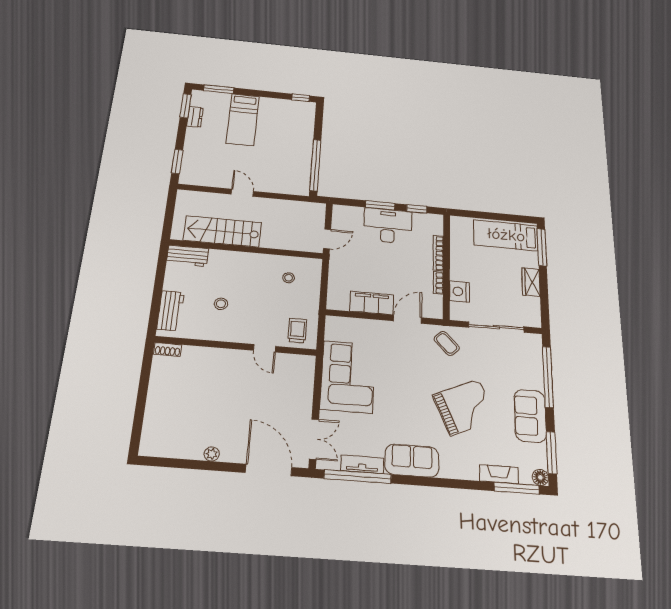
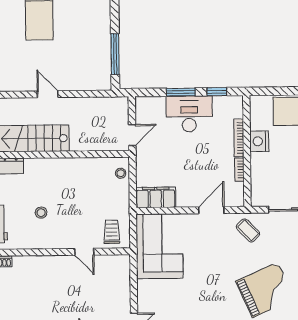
window: (315, 165) -> (115, 54), width x0.68
stool: (289, 278) -> (121, 173), moved
nightstand: (459, 292) -> (259, 141), moved
filing cabinet: (372, 303) -> (156, 197), moved
corner sofa: (348, 377) -> (160, 246), moved

